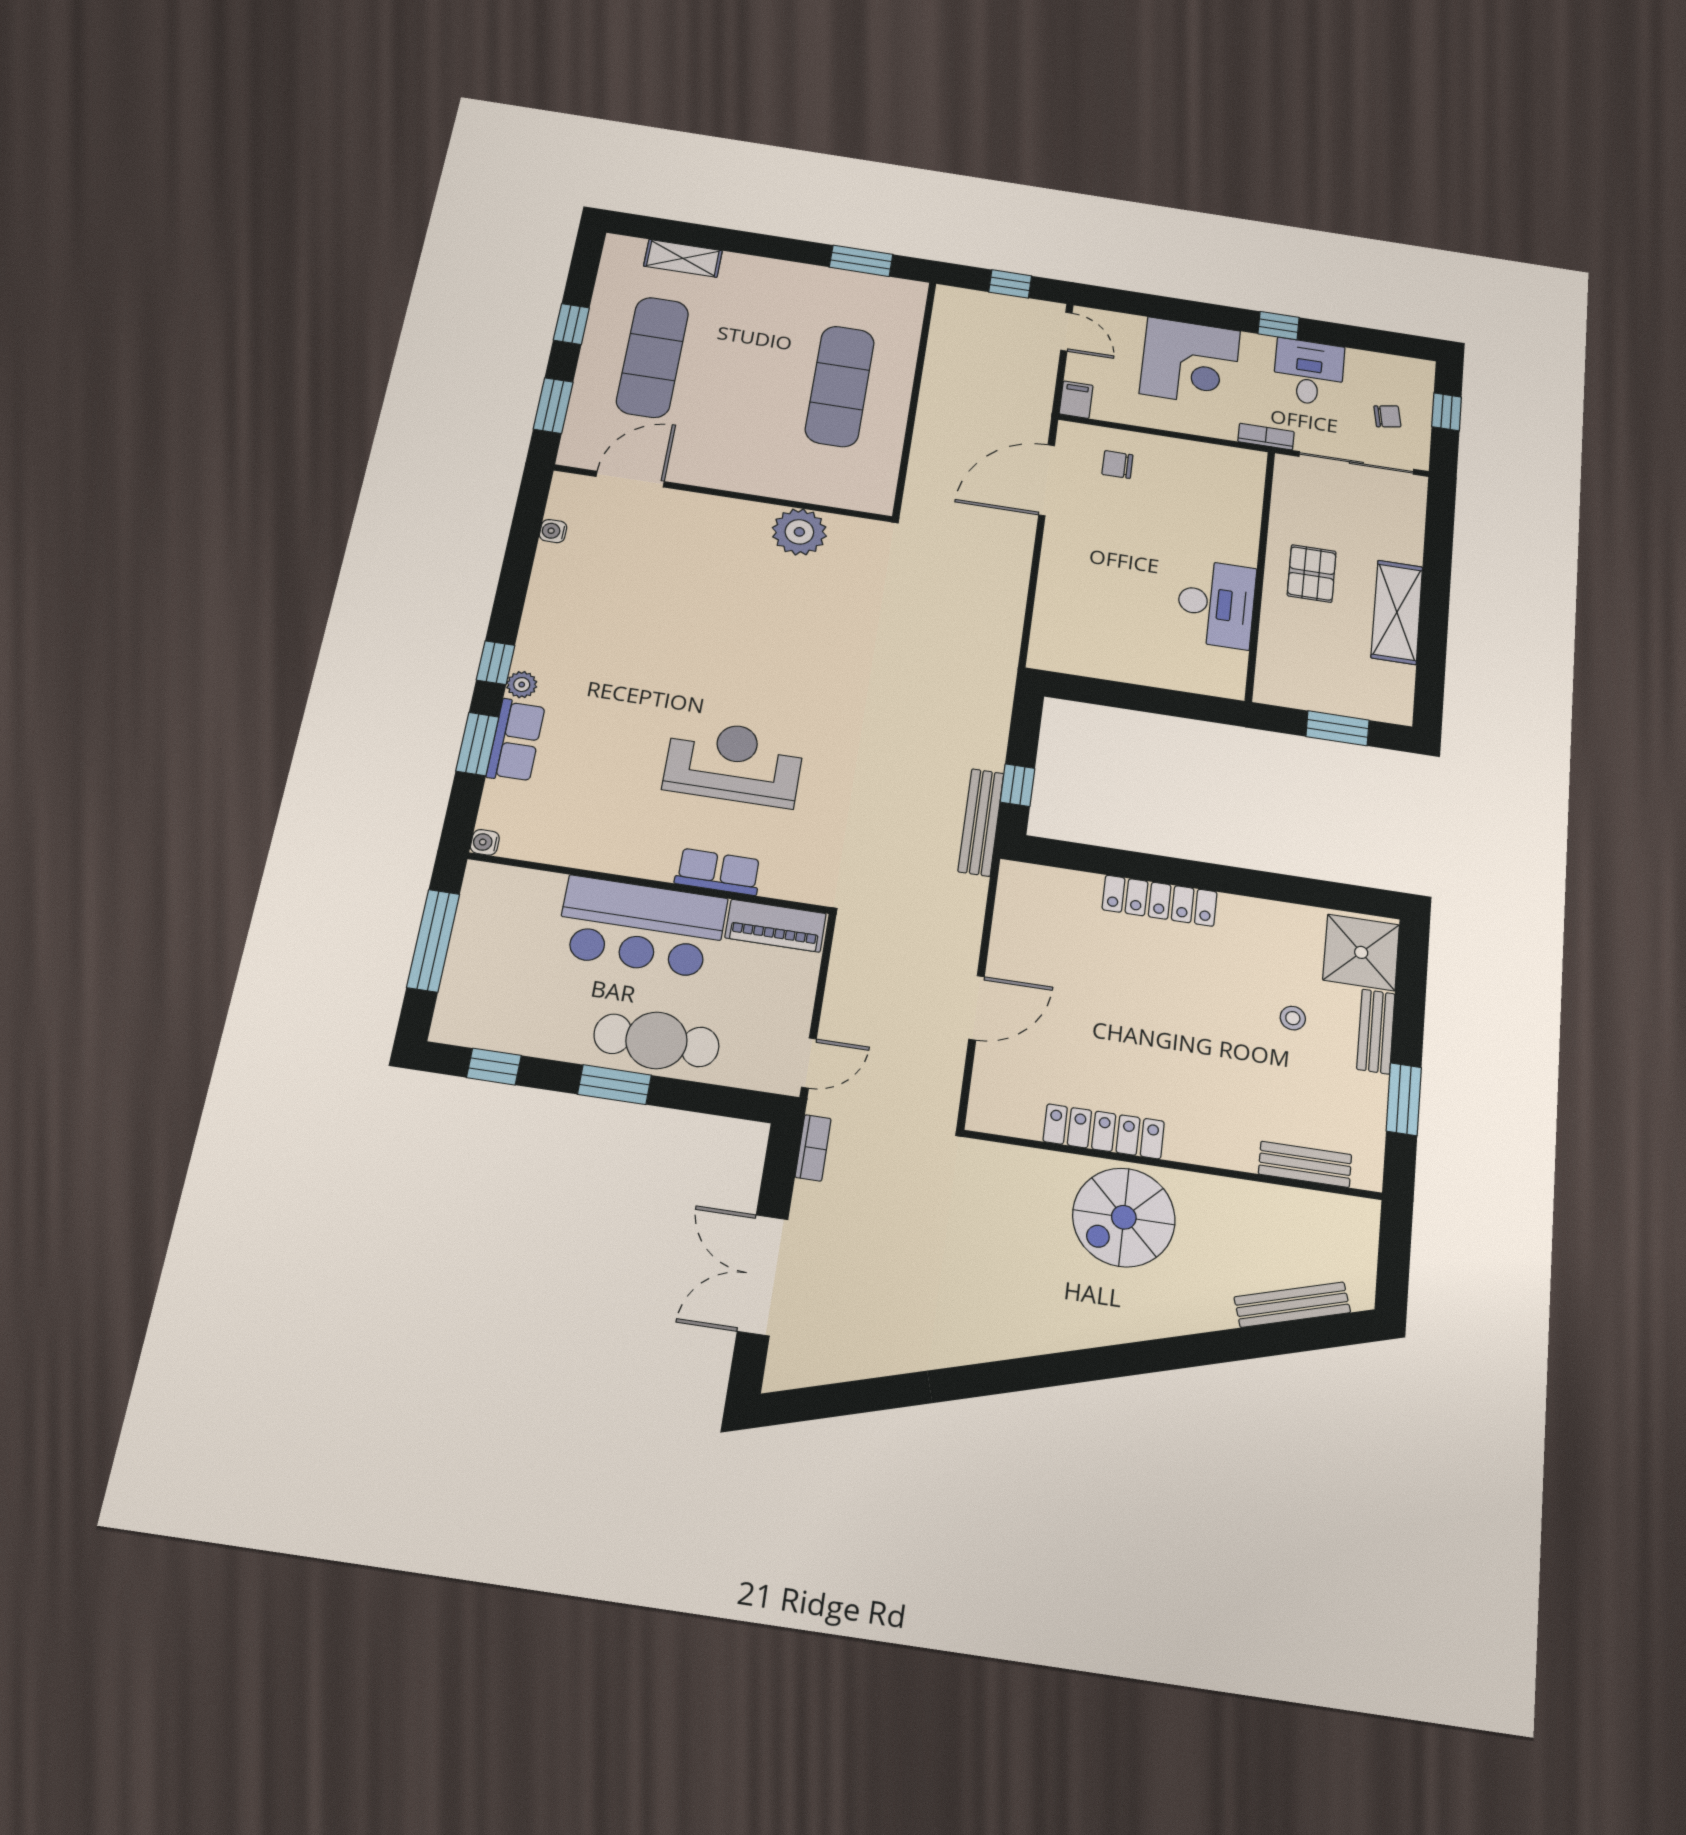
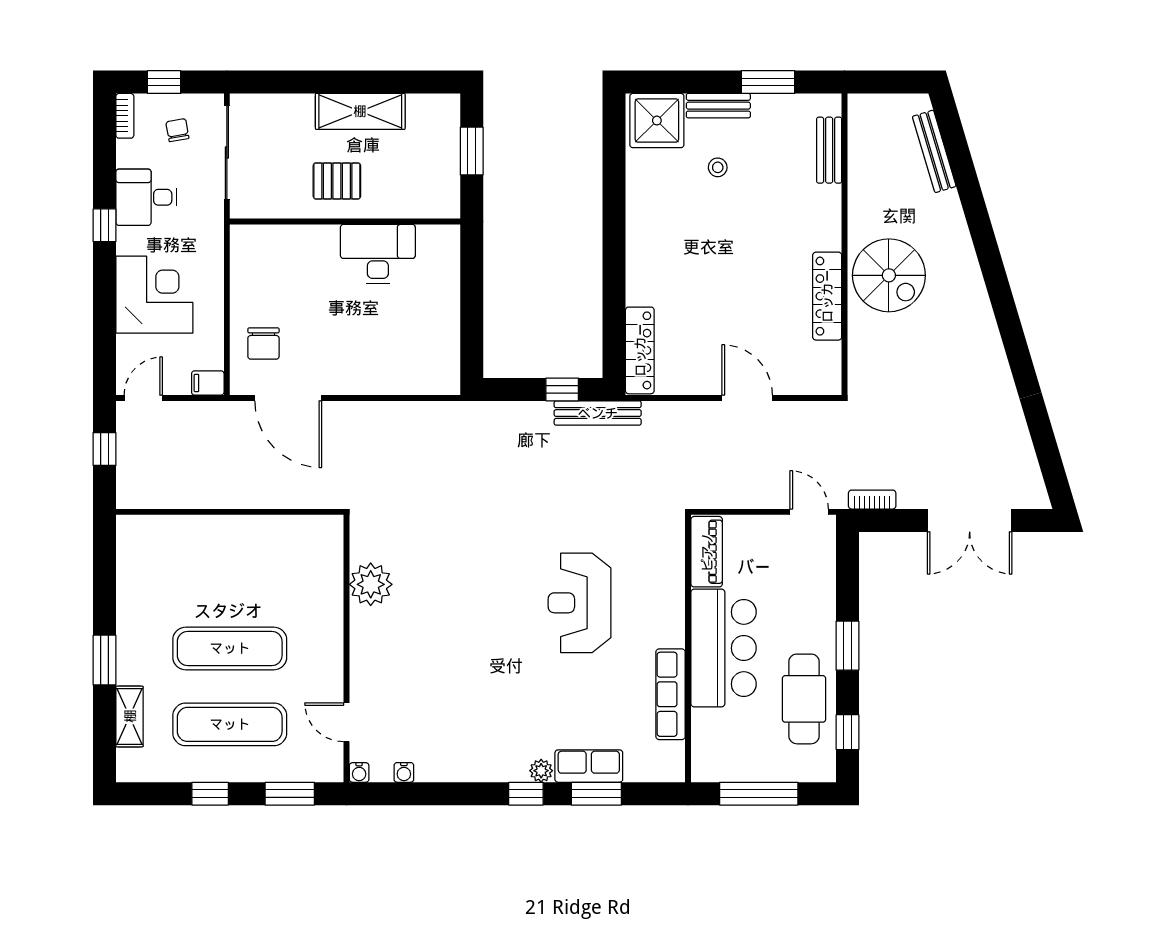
window: (861, 261) -> (104, 660), moved
exercise mat: (840, 386) -> (230, 648), moved
bookcase: (1266, 437) -> (125, 116), moved, turned 180
chair: (1117, 465) -> (263, 344), width x1.37, depth x1.37
door: (630, 479) -> (346, 722), width x0.73
water cooler: (485, 842) -> (359, 772), moved
row of seats: (718, 872) -> (671, 694), moved, width x1.48
locker: (1160, 901) -> (640, 350), moved
cafe table: (656, 1040) -> (804, 699), moved

